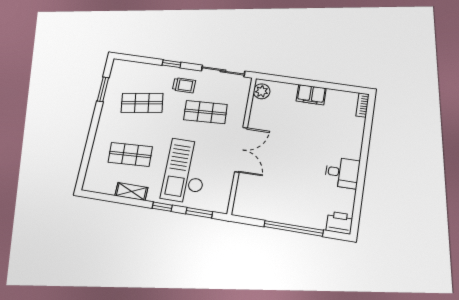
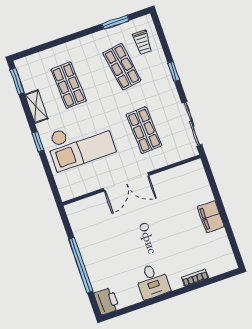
trolley: (184, 85) -> (142, 42), moved
plant: (262, 91) -> (191, 170), removed
bookcase: (362, 105) -> (195, 278), moved
checkout: (186, 171) -> (80, 144), turned 180
window: (199, 213) -> (17, 81), moved

